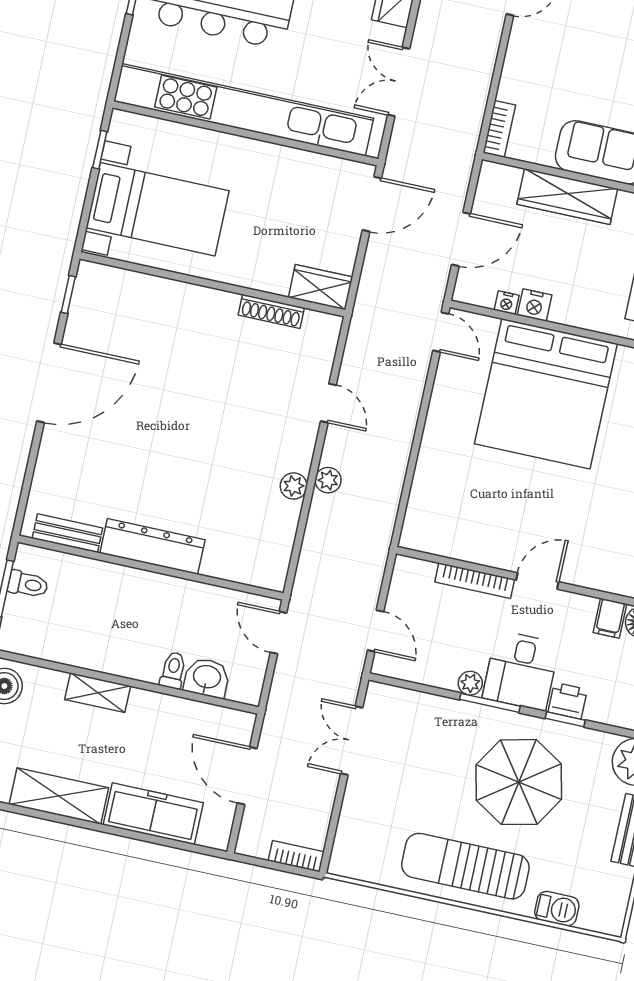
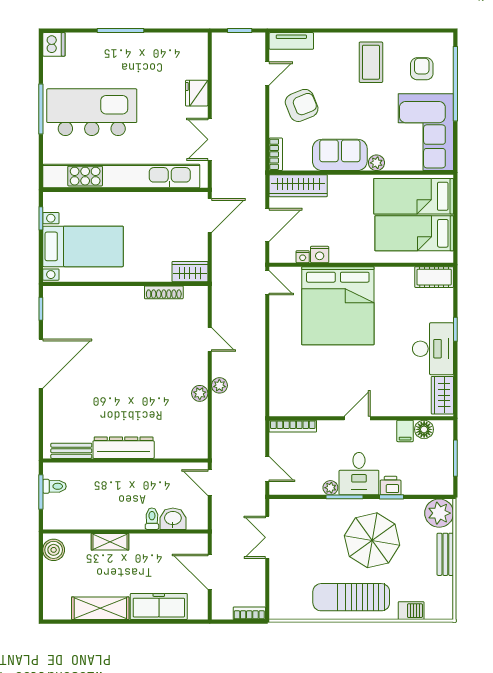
armchair: (558, 60) -> (302, 105), added
wardrobe: (567, 197) -> (298, 186), moved
bookcase: (475, 581) -> (293, 426), moved

